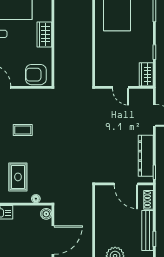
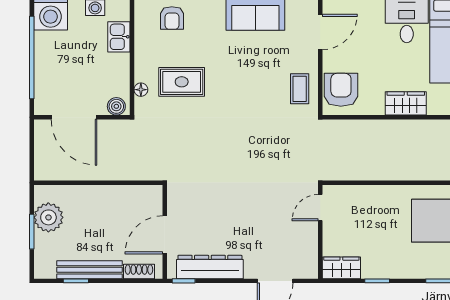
door: (121, 87) -> (320, 208), moved
coffee table: (23, 130) -> (300, 89), moved
rug: (18, 177) -> (182, 82), moved

